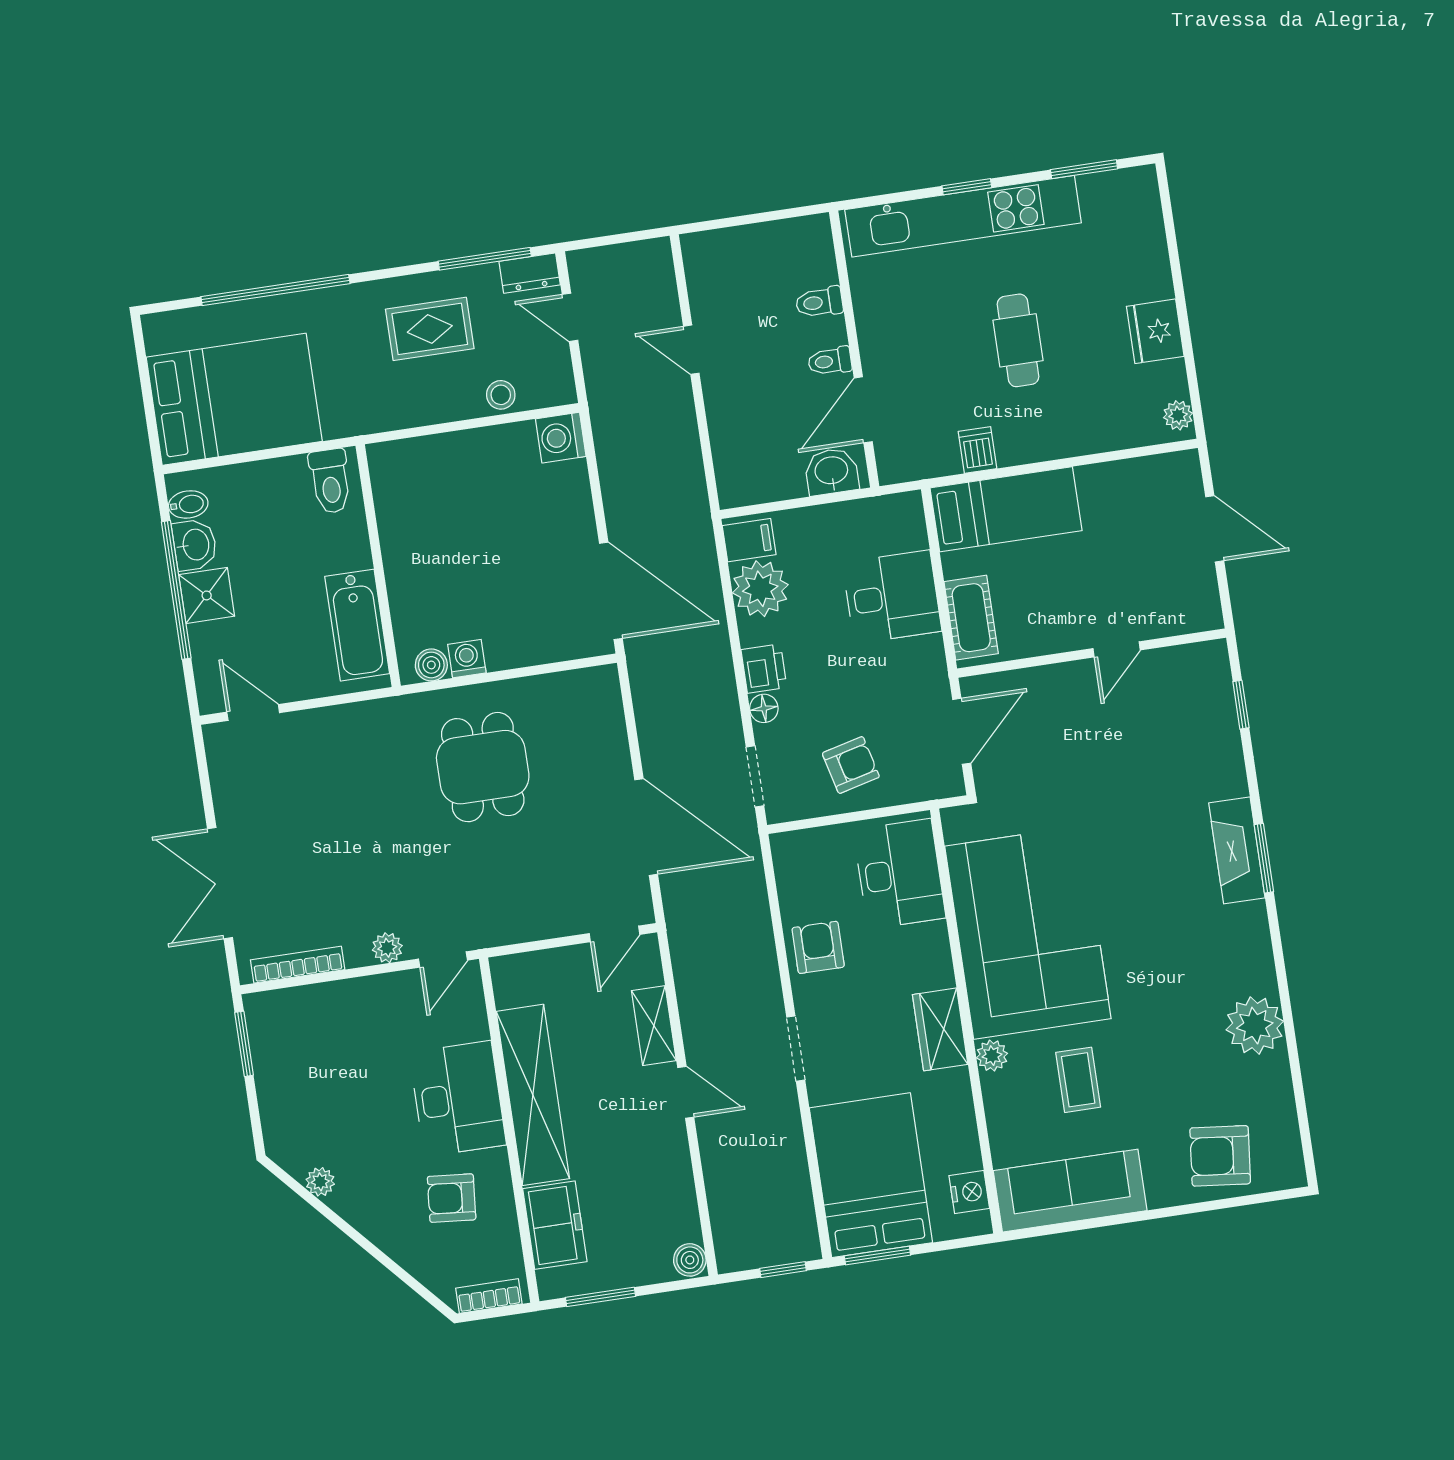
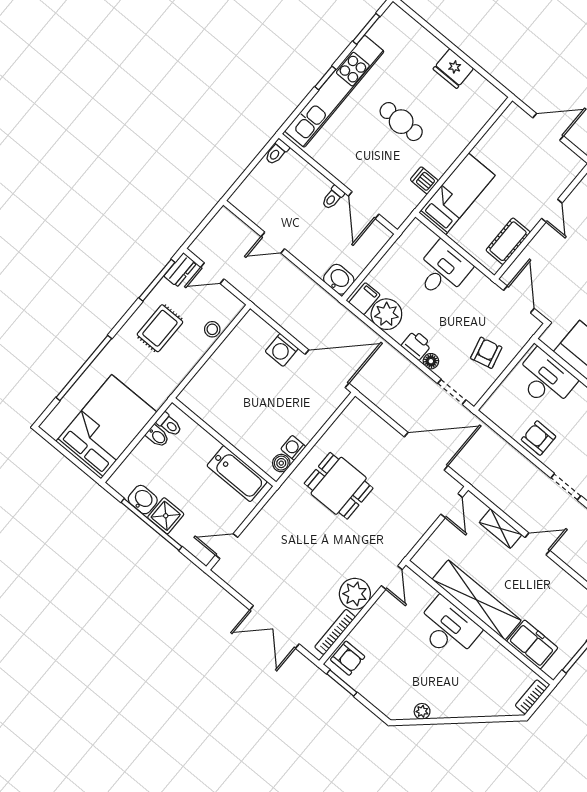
toilet: (819, 302) -> (277, 152), moved
plant: (1178, 415) -> (493, 94), removed
washing machine: (561, 438) -> (282, 350), moved
washbasin: (832, 471) -> (339, 279), moved, turned 90
toilet: (330, 481) -> (169, 424), width x0.73, depth x0.72
bidet: (188, 504) -> (157, 436), moved, turned 90
cot: (971, 618) -> (508, 241), moved, turned 90
plant: (387, 948) -> (355, 594), width x1.87, depth x1.87
armchair: (452, 1198) -> (348, 658), moved, turned -95

